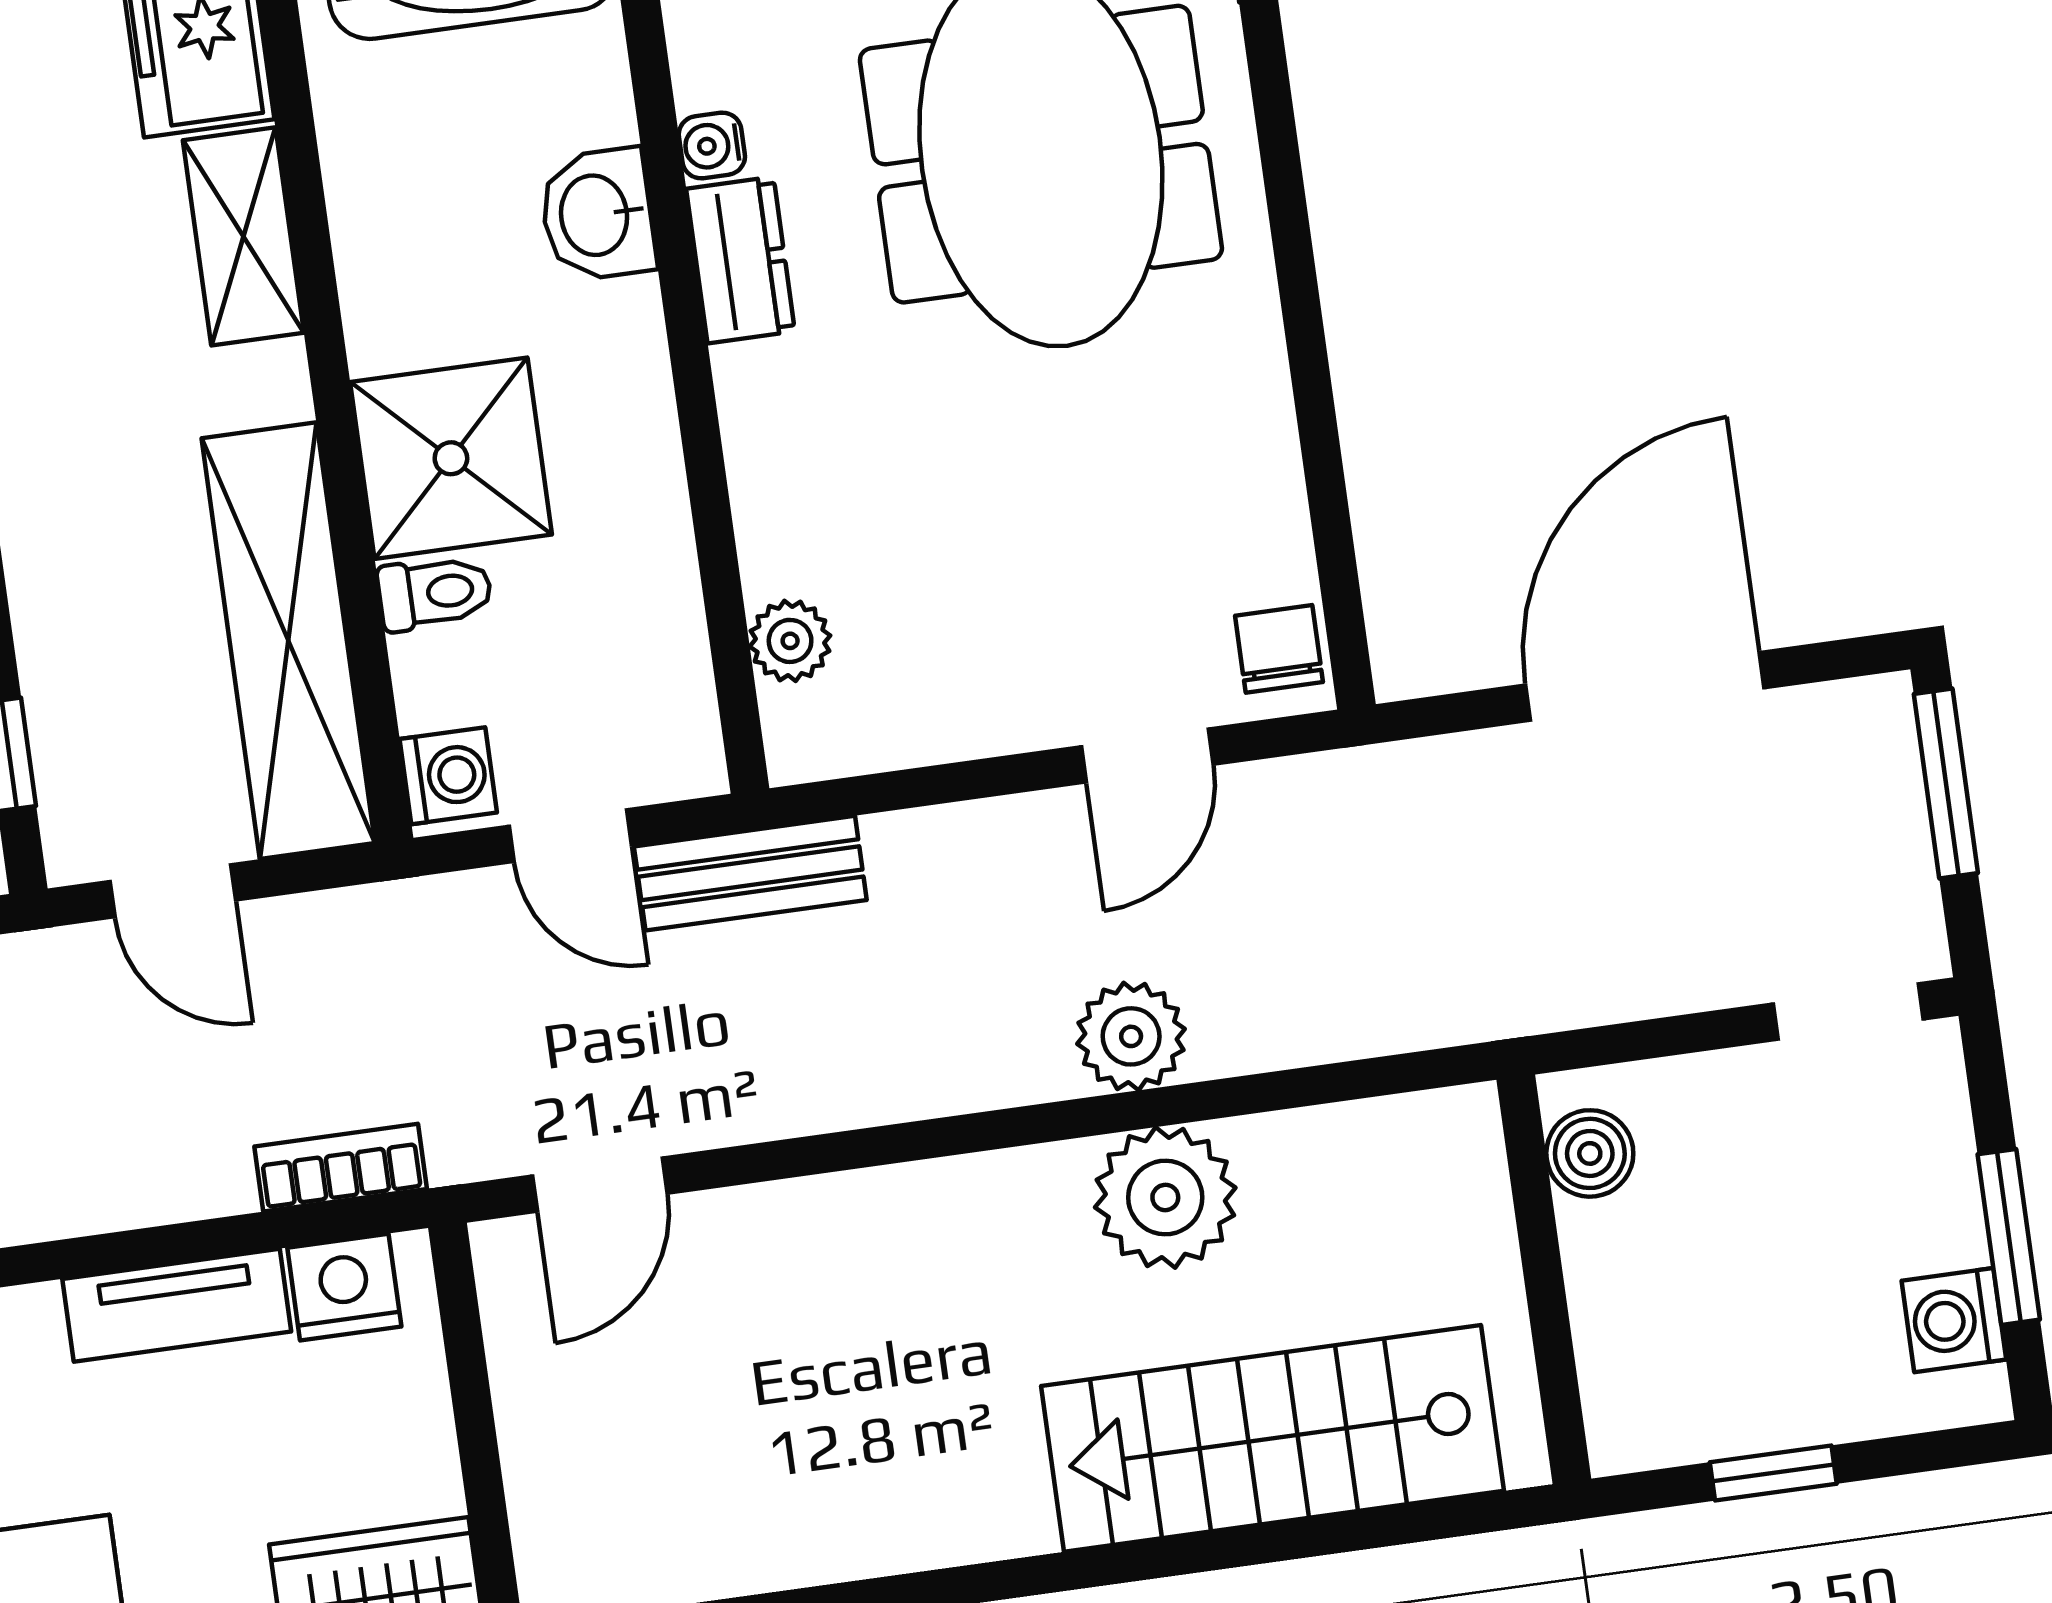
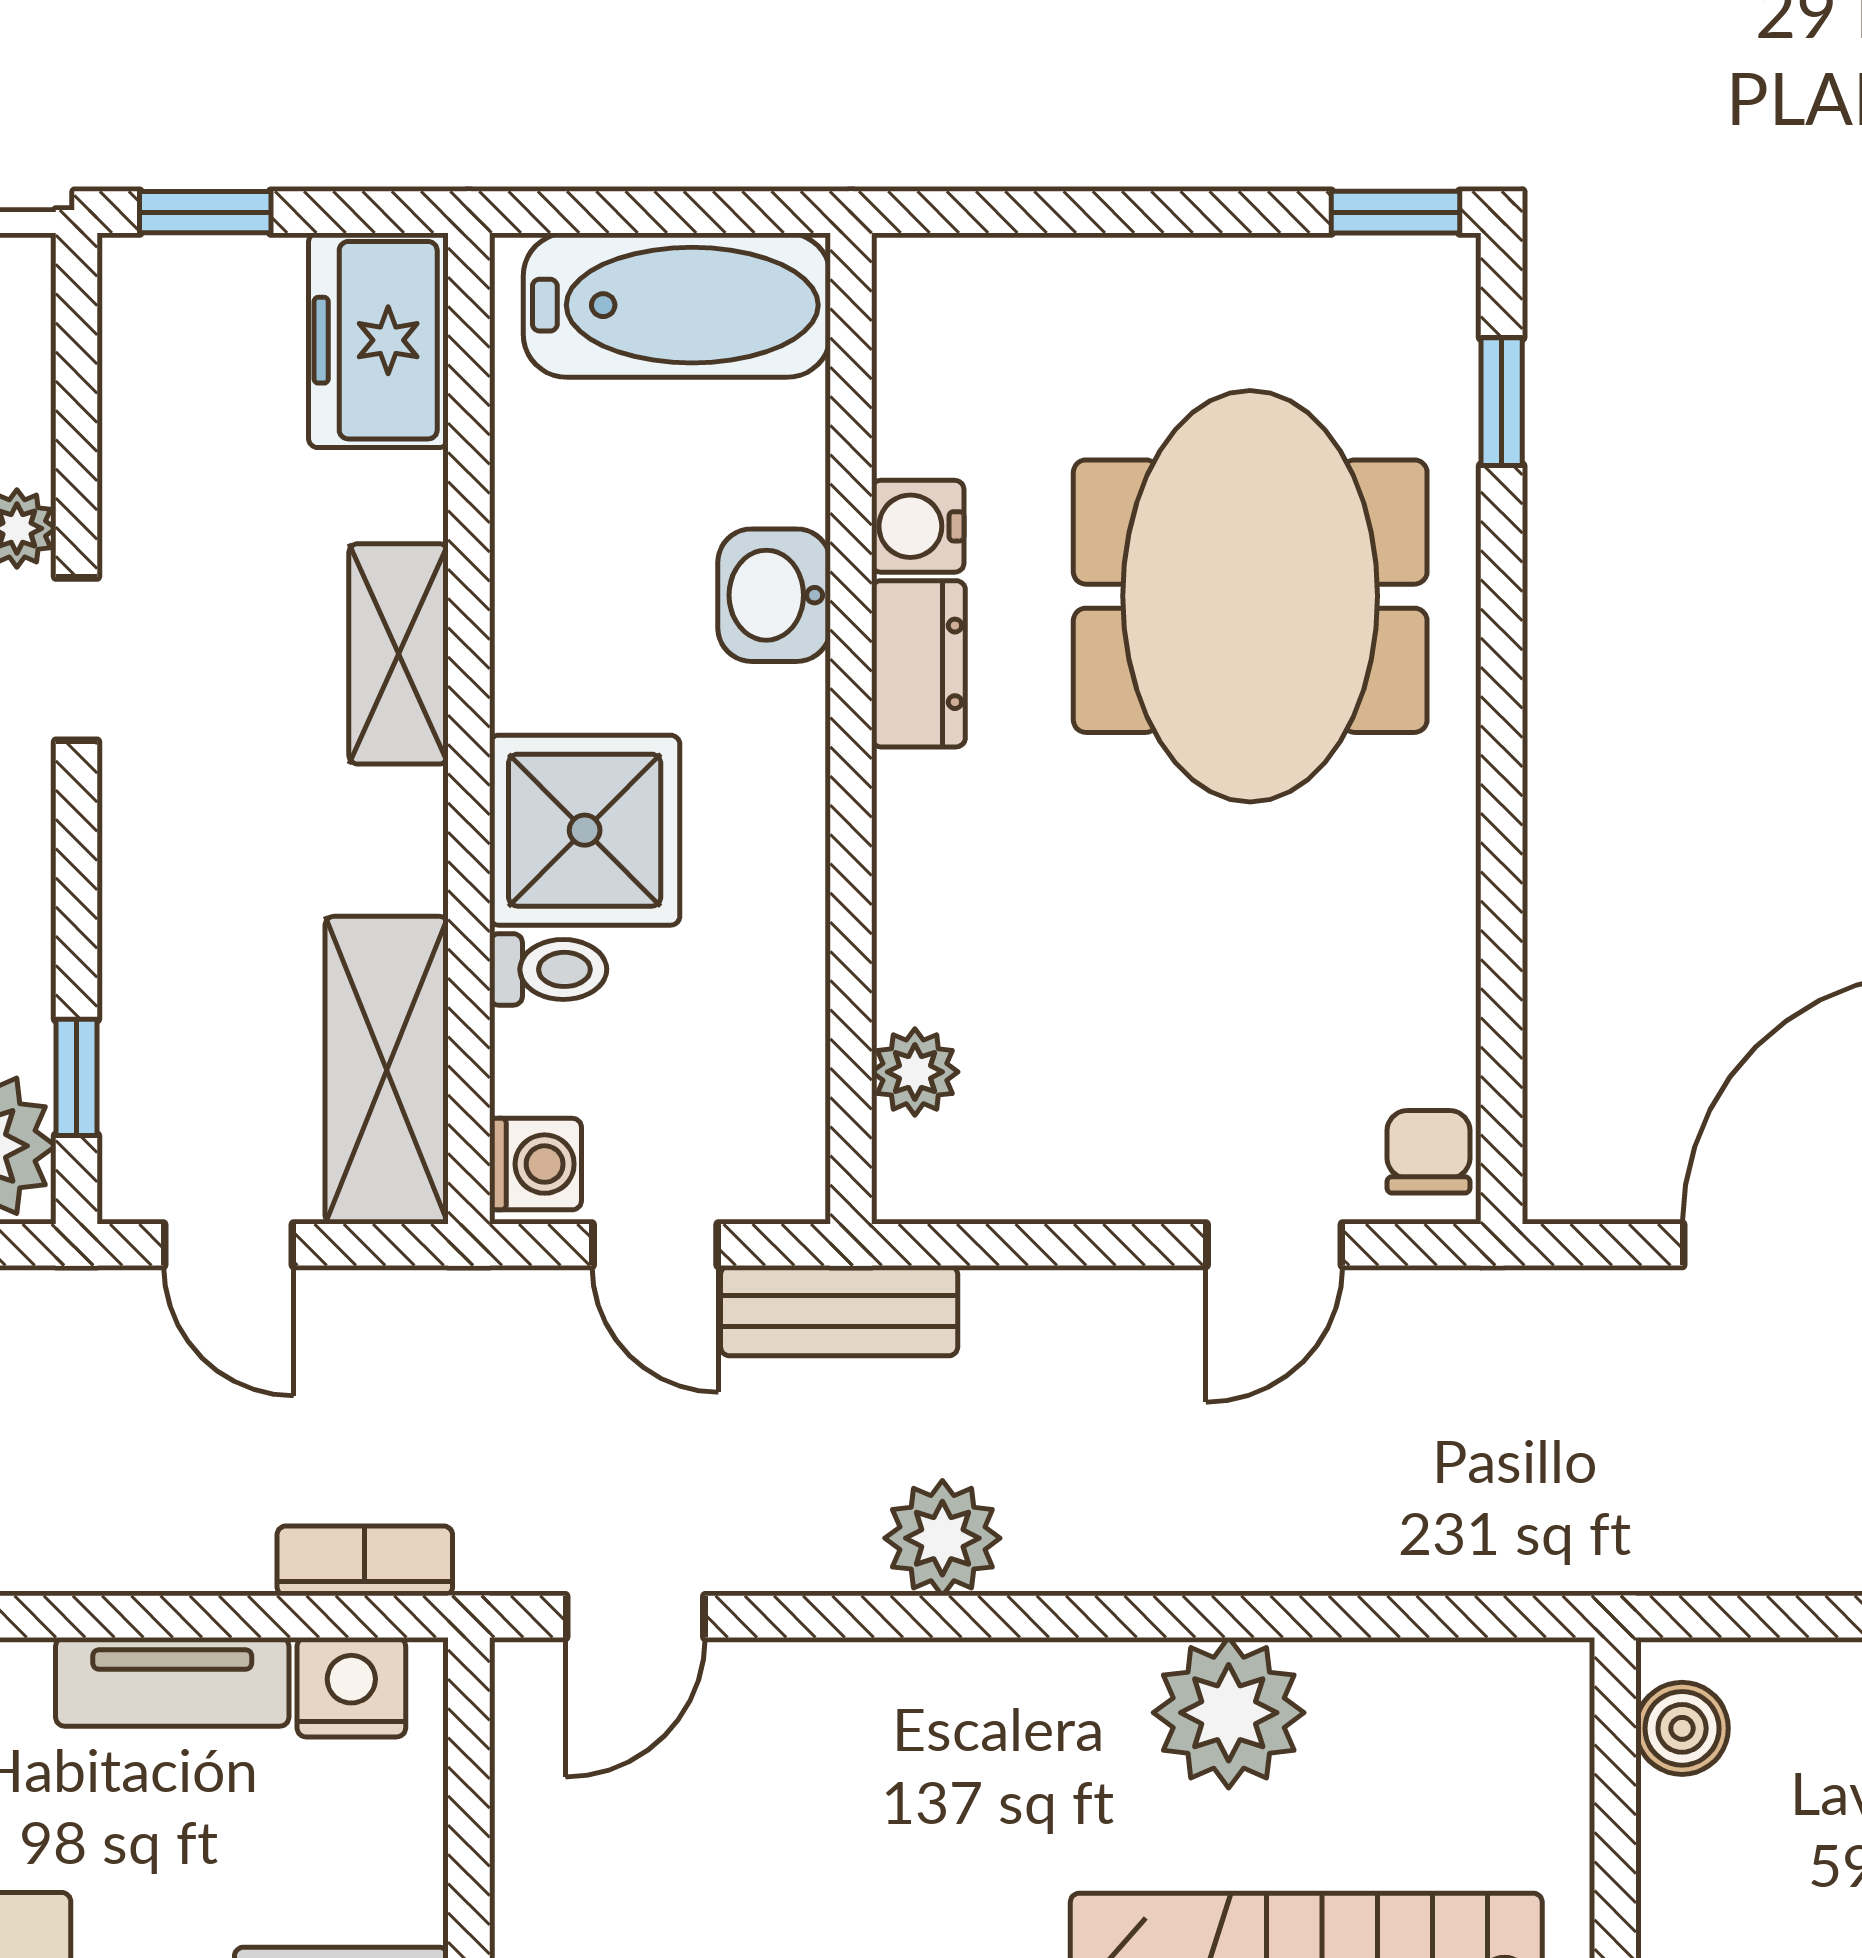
water cooler: (712, 146) -> (918, 526), width x1.38, depth x1.38
shelving: (243, 236) -> (399, 654), moved
shelving: (288, 641) -> (387, 1070), width x0.68
plant: (1131, 1036) -> (942, 1538), moved

